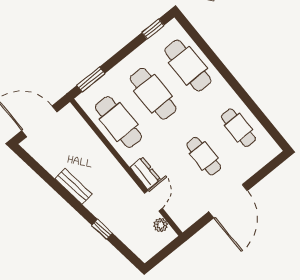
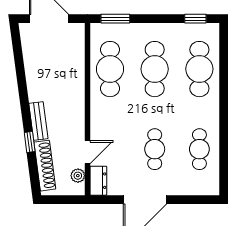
dresser: (145, 173) -> (98, 181), moved
bench: (73, 186) -> (38, 121), moved
shoe rack: (129, 238) -> (45, 166), added

